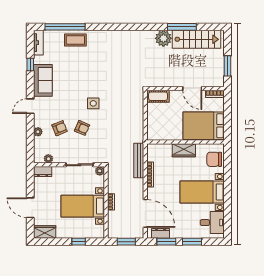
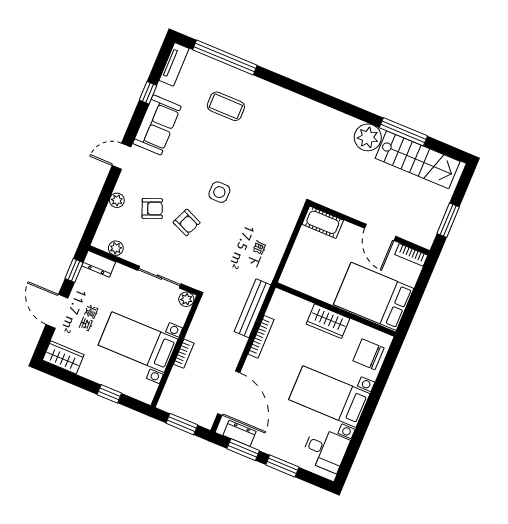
coffee table: (75, 40) -> (226, 106), moved
window: (30, 181) -> (74, 270), added

